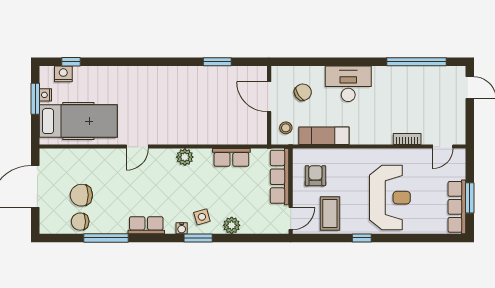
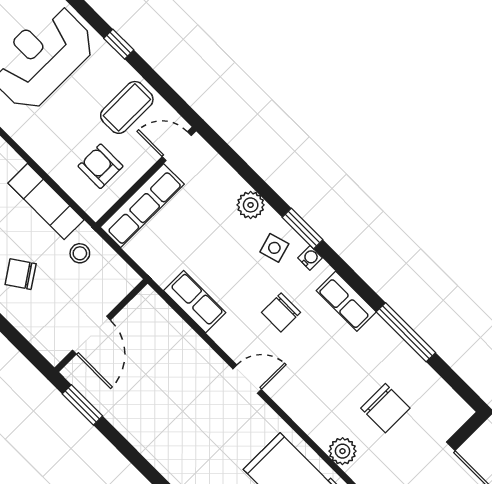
door: (269, 97) -> (91, 335), moved
wall: (269, 105) -> (101, 326), moved
door: (137, 147) -> (247, 379), moved
plant: (185, 157) -> (342, 451), moved
row of seats: (231, 157) -> (195, 302), moved
armchair: (315, 176) -> (101, 166), turned 90
chair: (80, 222) -> (281, 312), moved, turned 90

